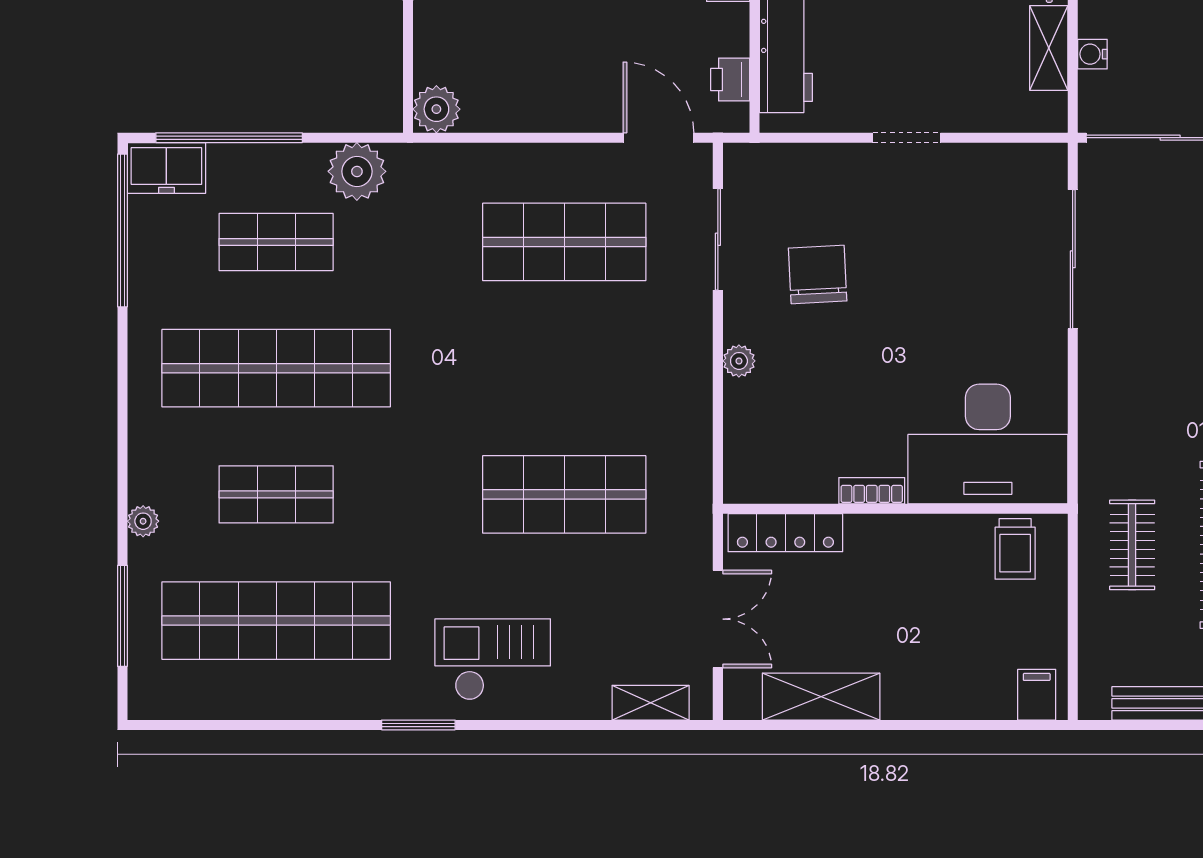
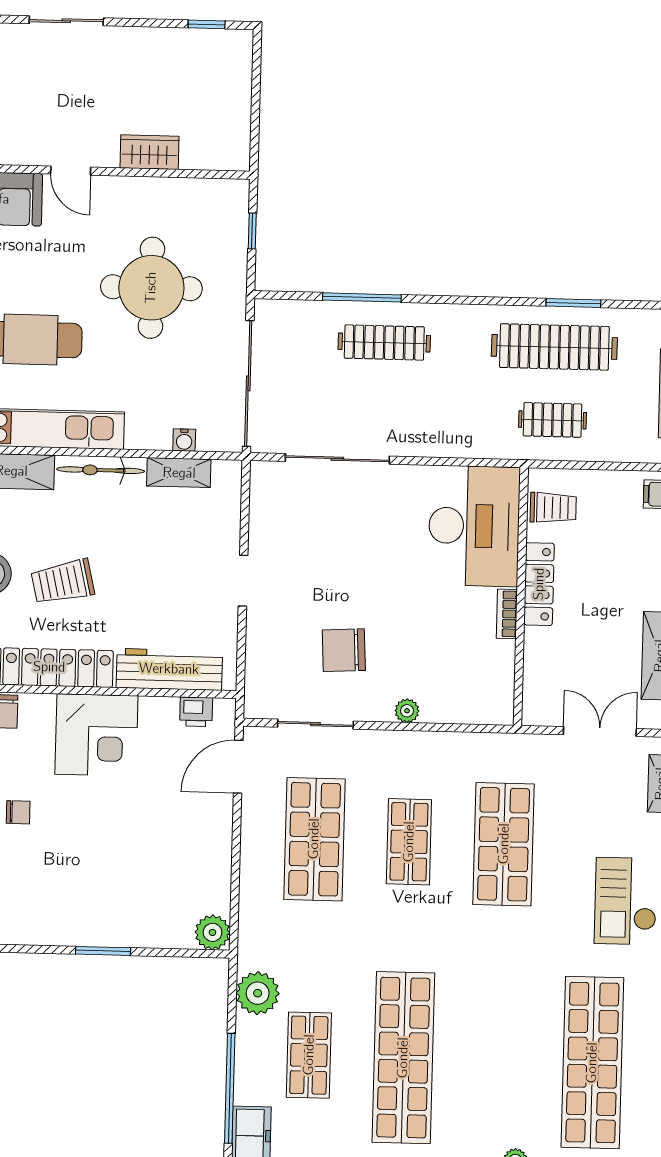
shop shelf: (276, 494) -> (409, 842), moved
locker: (785, 533) -> (539, 584), moved

